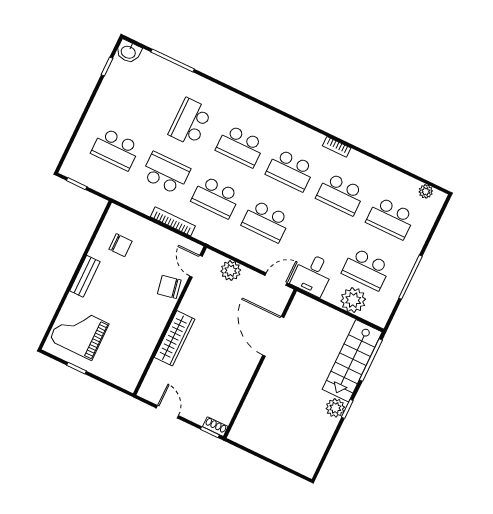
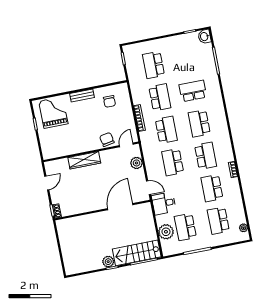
school desk: (290, 170) -> (206, 156), turned 180
school desk: (216, 197) -> (166, 130), turned 180

